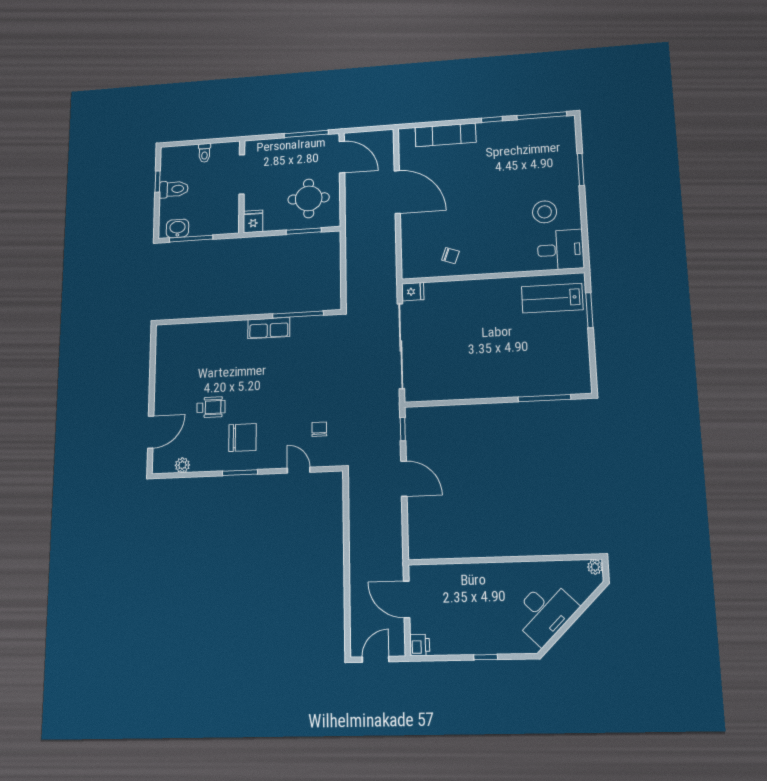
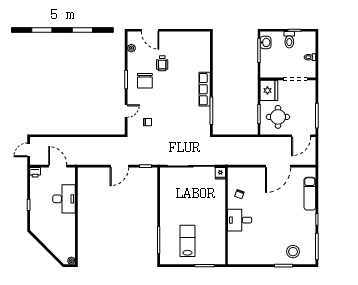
stool: (545, 212) -> (293, 252), moved
fridge: (253, 221) -> (269, 90), width x1.88, depth x1.34
desk: (561, 250) -> (240, 220), moved, turned 90
lab bench: (552, 298) -> (187, 241), moved
row of seats: (269, 328) -> (205, 89), width x1.48
door: (407, 599) -> (58, 166), hinge flipped
desk: (544, 612) -> (64, 199), moved, turned -135
door: (376, 659) -> (29, 150), swing flipped

